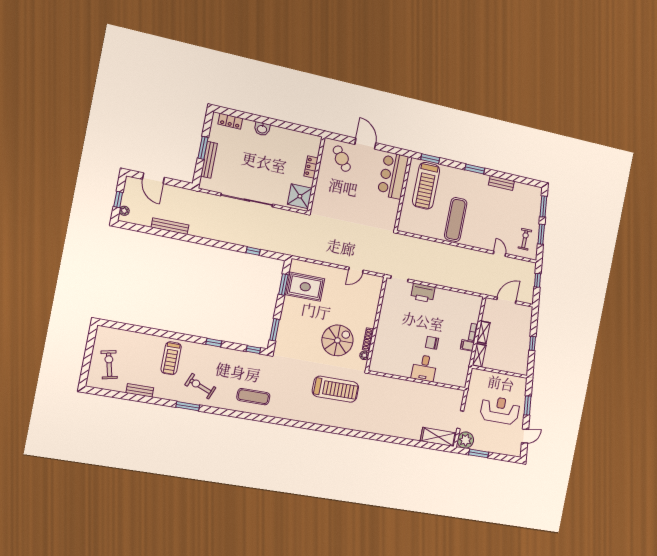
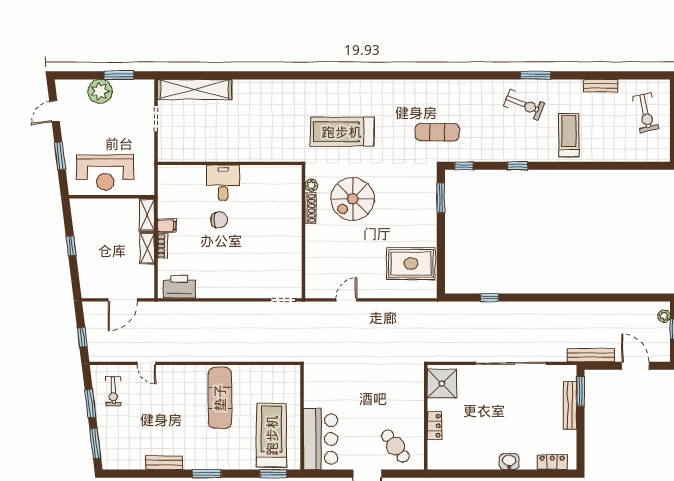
window: (203, 148) -> (580, 391), moved
bench: (170, 226) -> (591, 355), moved
window: (283, 285) -> (441, 261), removed
printer: (423, 293) -> (179, 287), moved
exercise mat: (253, 397) -> (437, 132), moved
reception desk: (500, 410) -> (105, 173), moved
shelving: (438, 437) -> (195, 89), width x1.47
plant: (465, 440) -> (100, 91), moved

